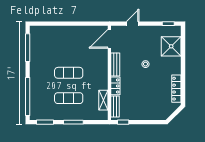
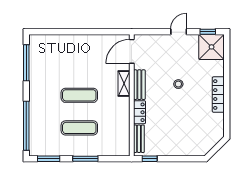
door: (133, 24) -> (179, 32), moved
shower: (171, 46) -> (212, 47), moved
locker: (176, 89) -> (218, 95), moved
shelving: (103, 100) -> (124, 83), moved

